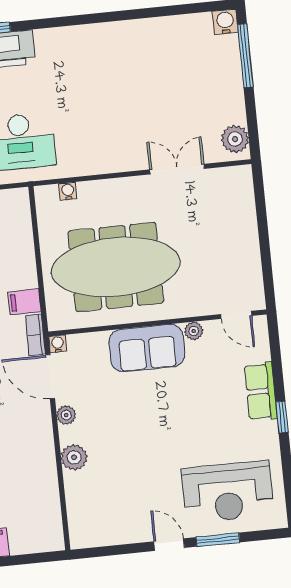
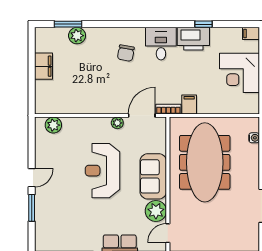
plant: (194, 331) -> (156, 211), width x1.88, depth x1.88
water cooler: (58, 344) -> (161, 122), removed
plant: (74, 457) -> (53, 125), moved
reception desk: (228, 492) -> (103, 171), moved

